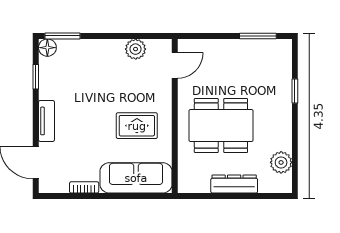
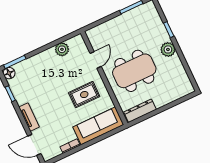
door: (175, 65) -> (96, 60), moved
plant: (281, 162) -> (168, 49), moved
dresser: (234, 184) -> (140, 111), moved

